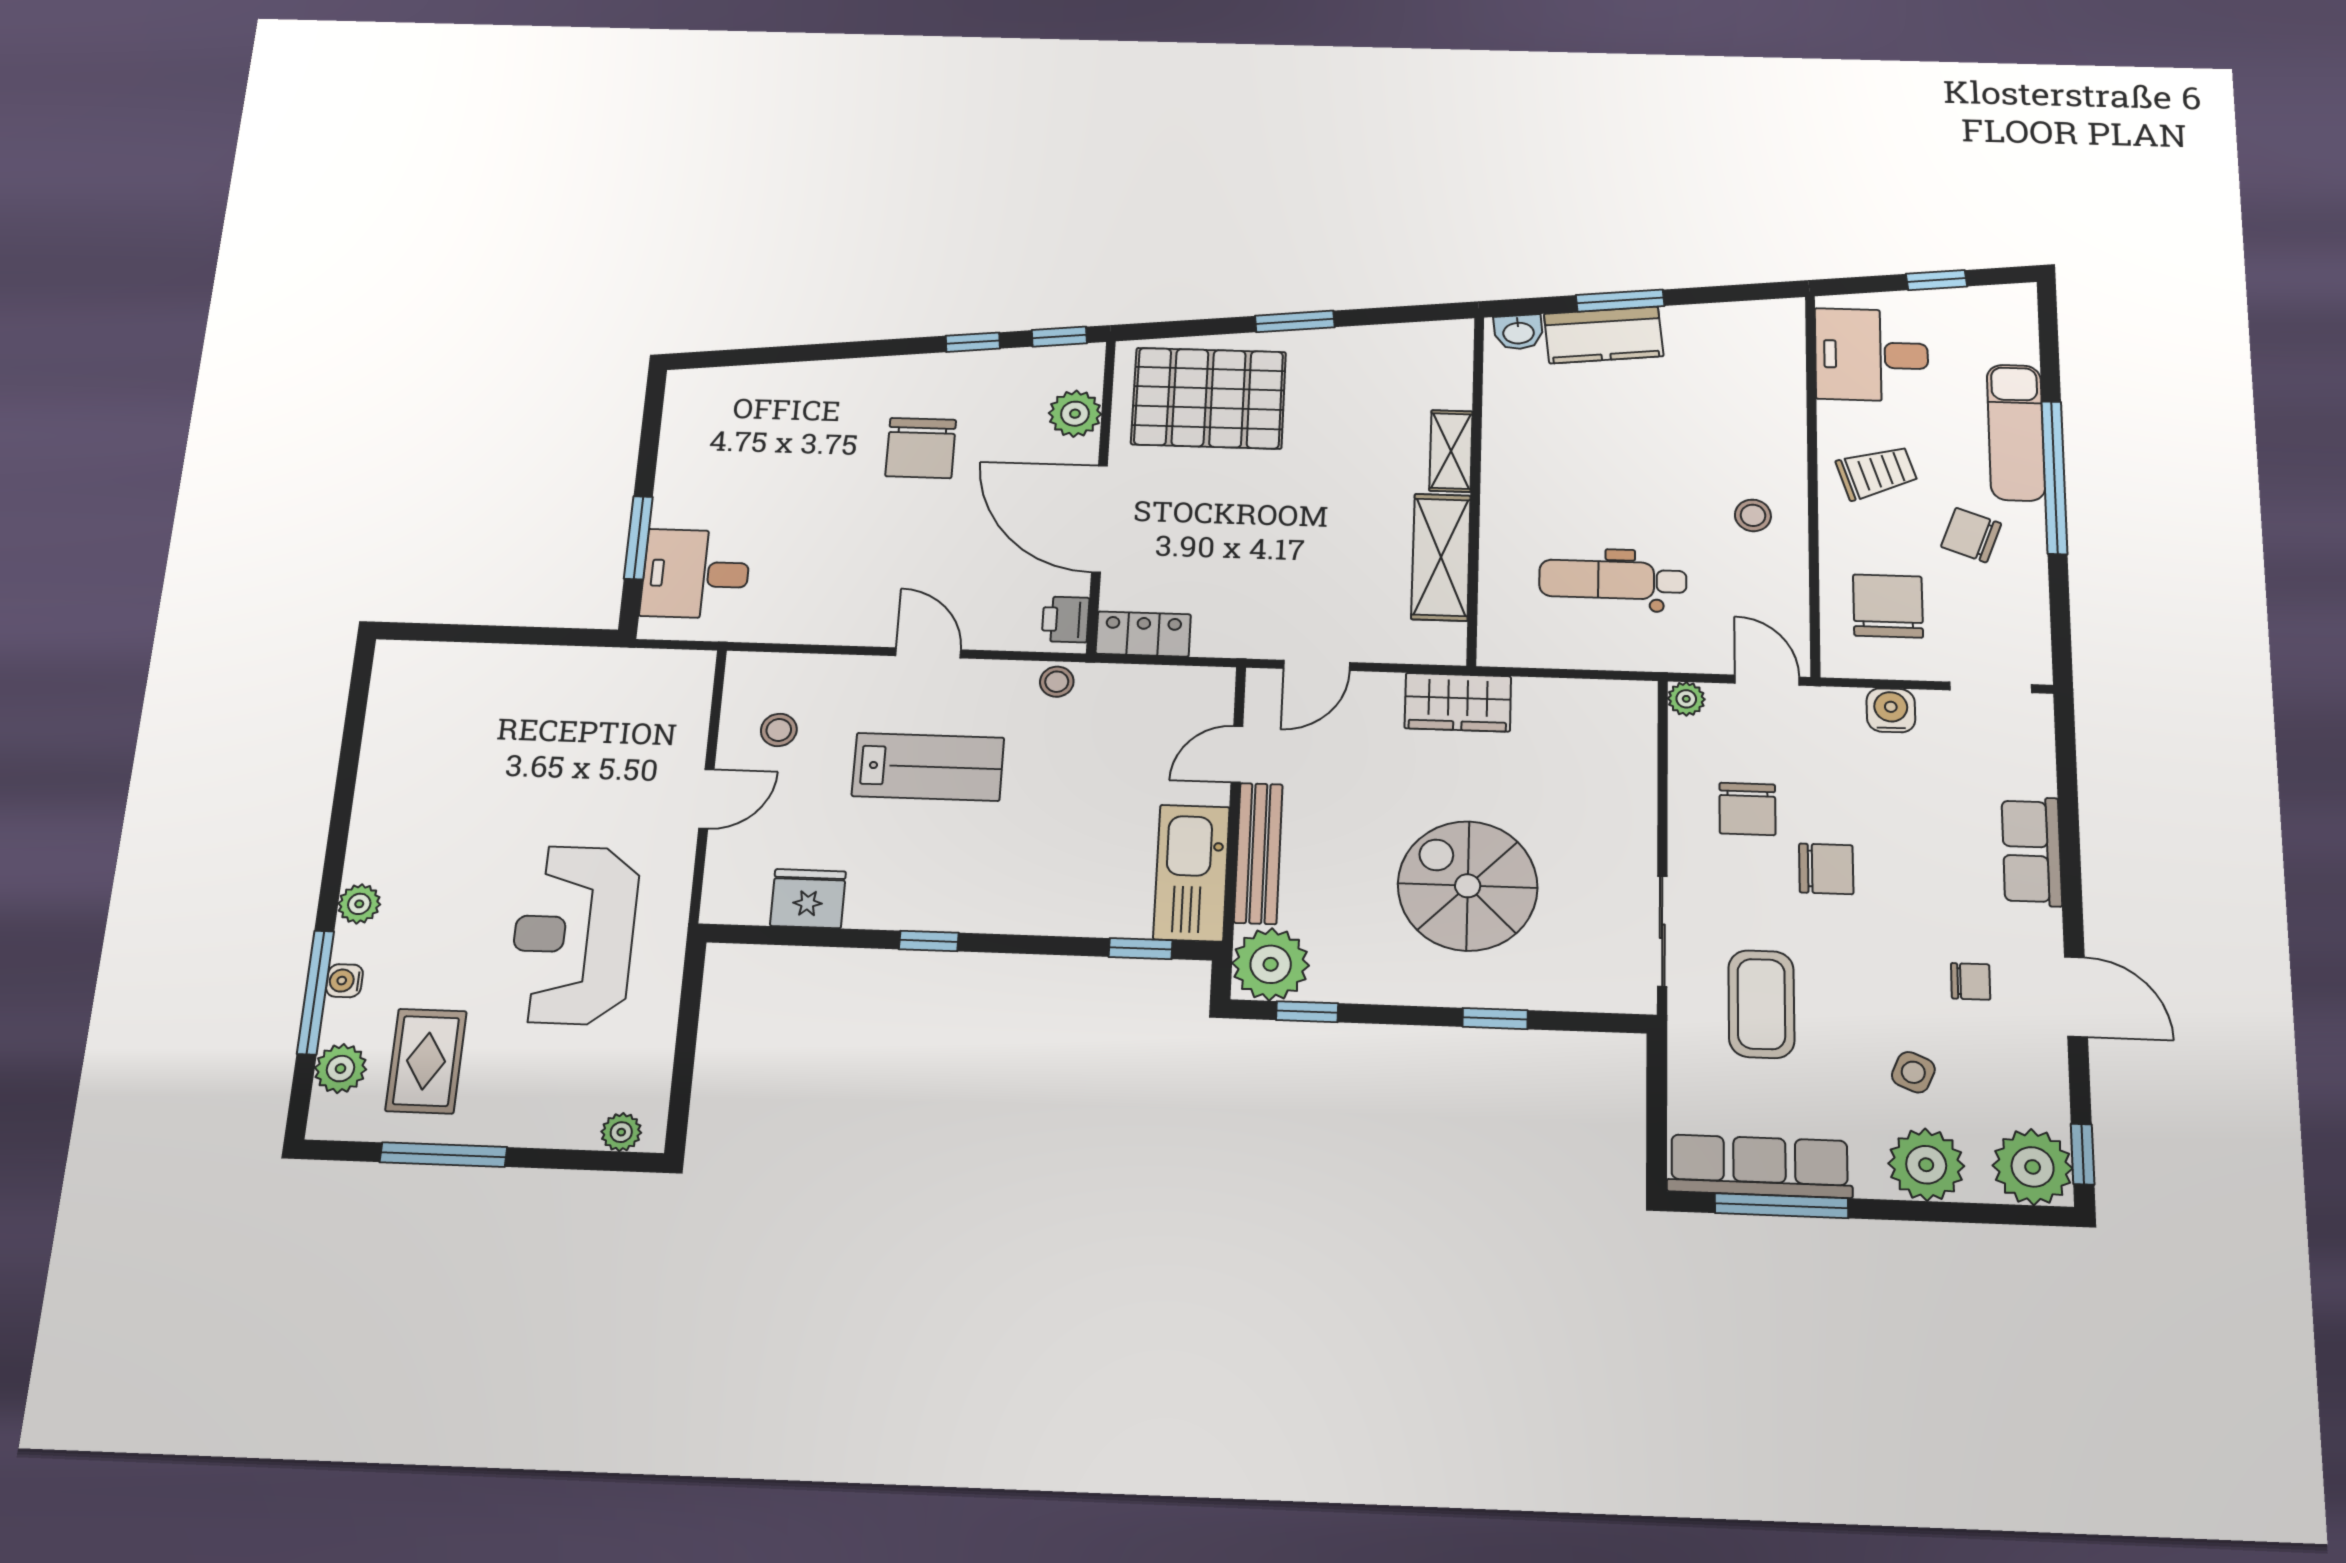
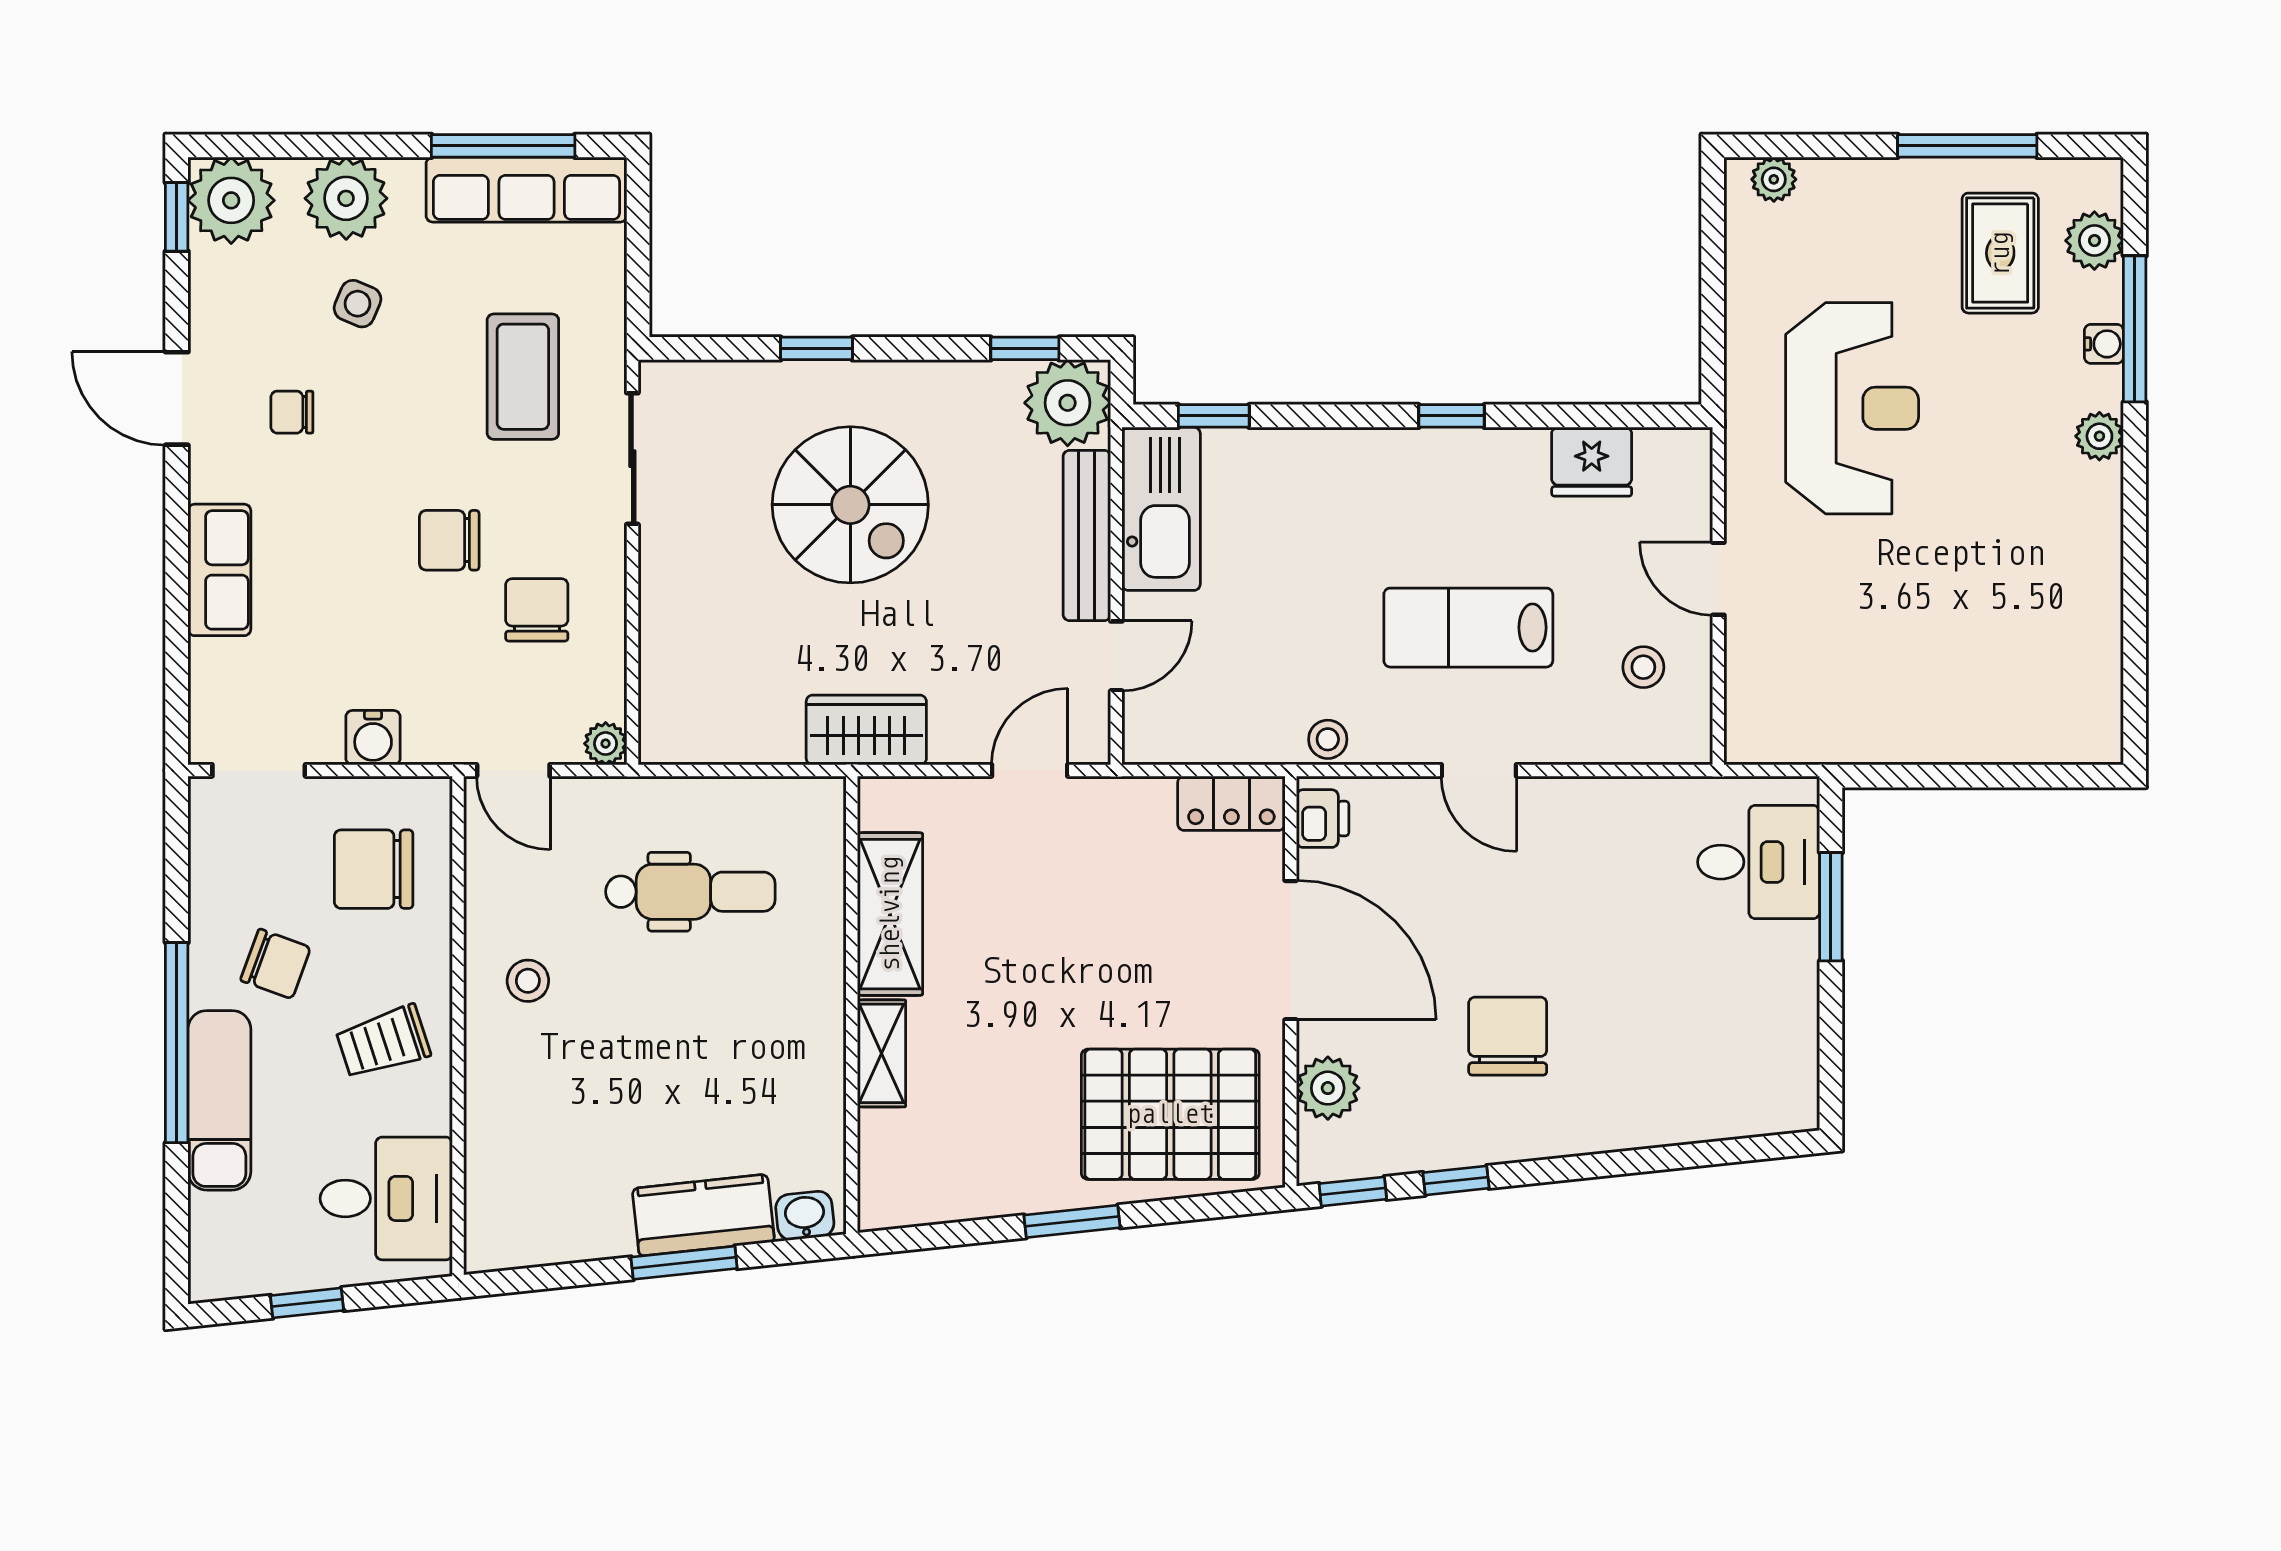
chair: (1888, 606) -> (374, 869), turned 90
door: (706, 799) -> (1718, 579), hinge flipped

